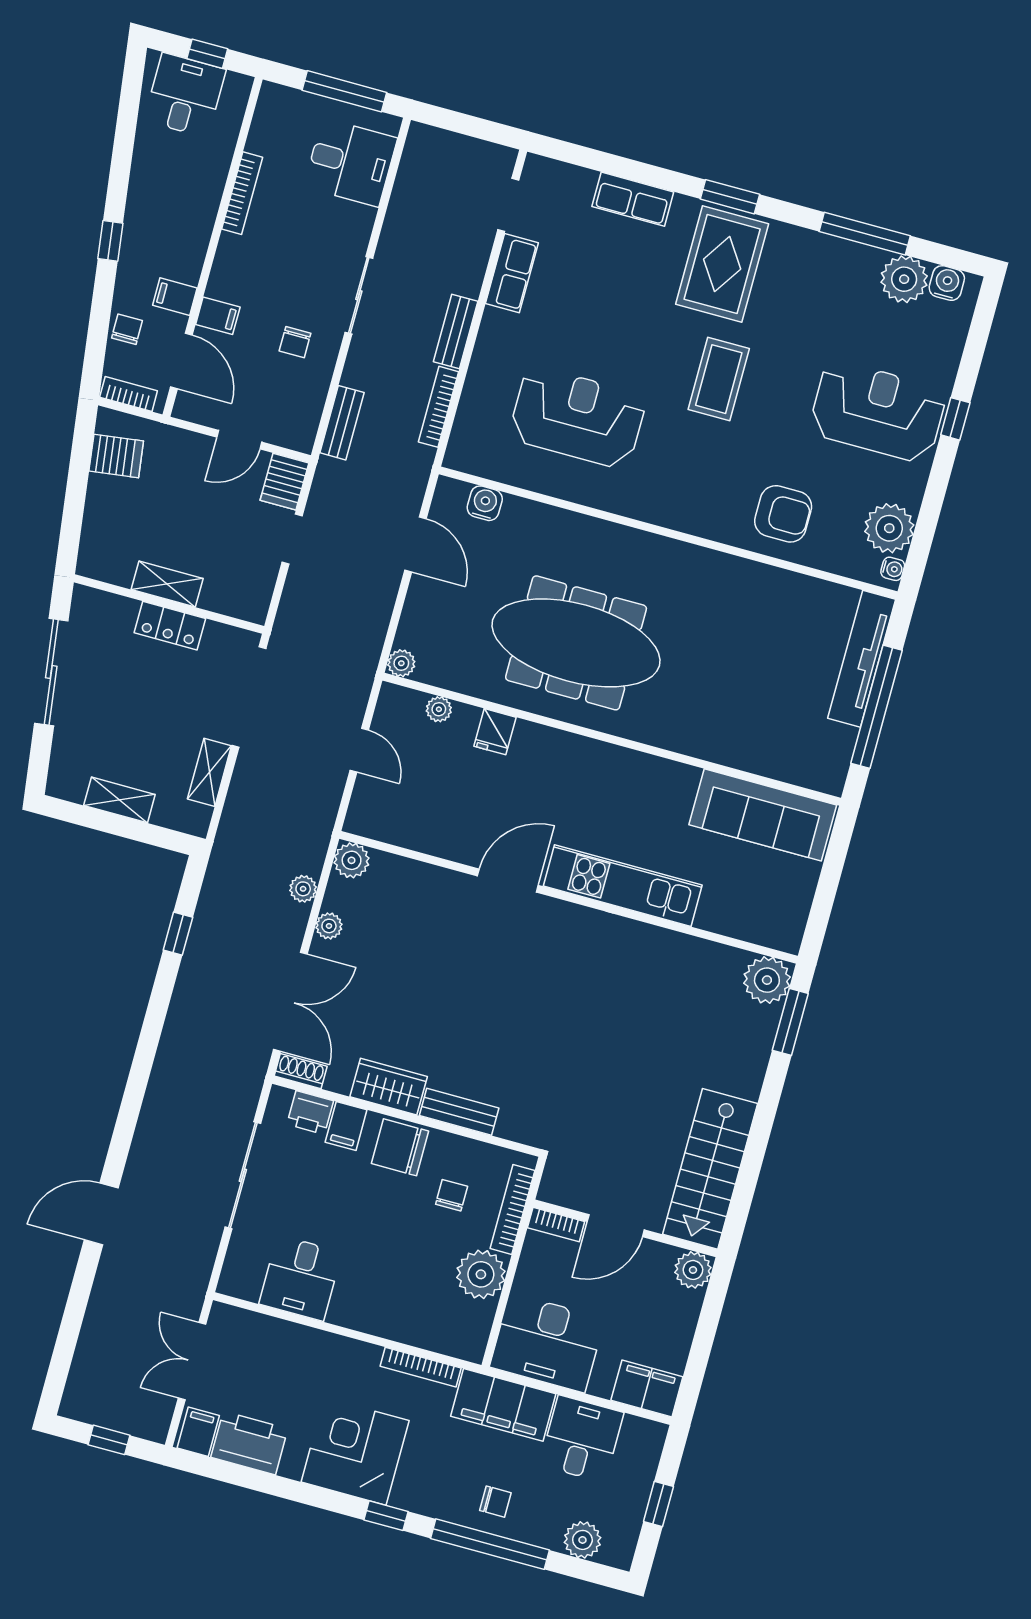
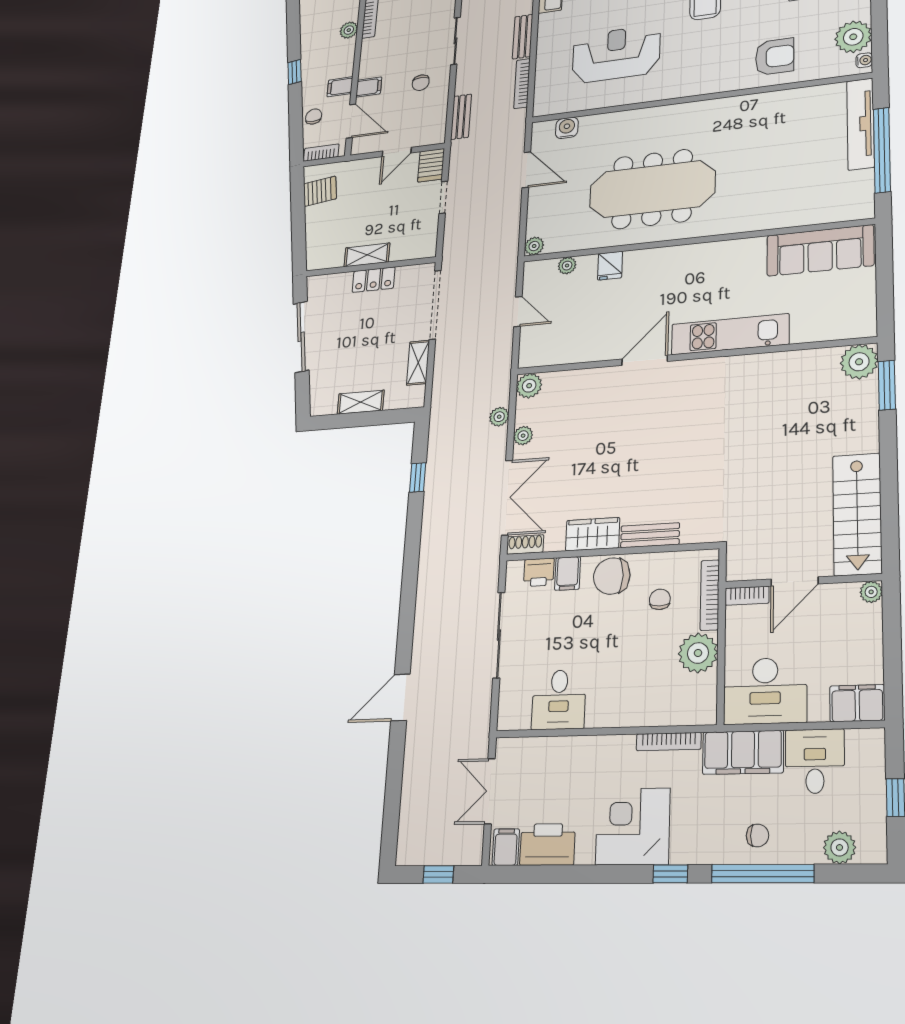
plant: (205, 206) -> (349, 30), added
plant: (693, 1270) -> (871, 592), width x0.73, depth x0.73

